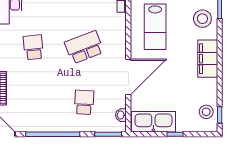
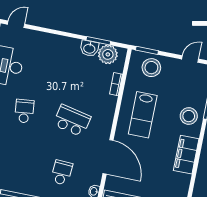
school desk: (84, 47) -> (72, 121), turned 33
door: (128, 77) -> (108, 157), hinge flipped

